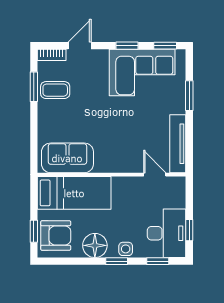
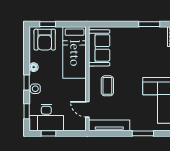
coffee table: (55, 90) -> (107, 86), moved
door: (155, 175) -> (87, 109), swing flipped
floor lamp: (95, 245) -> (34, 67), width x0.53, depth x0.53

